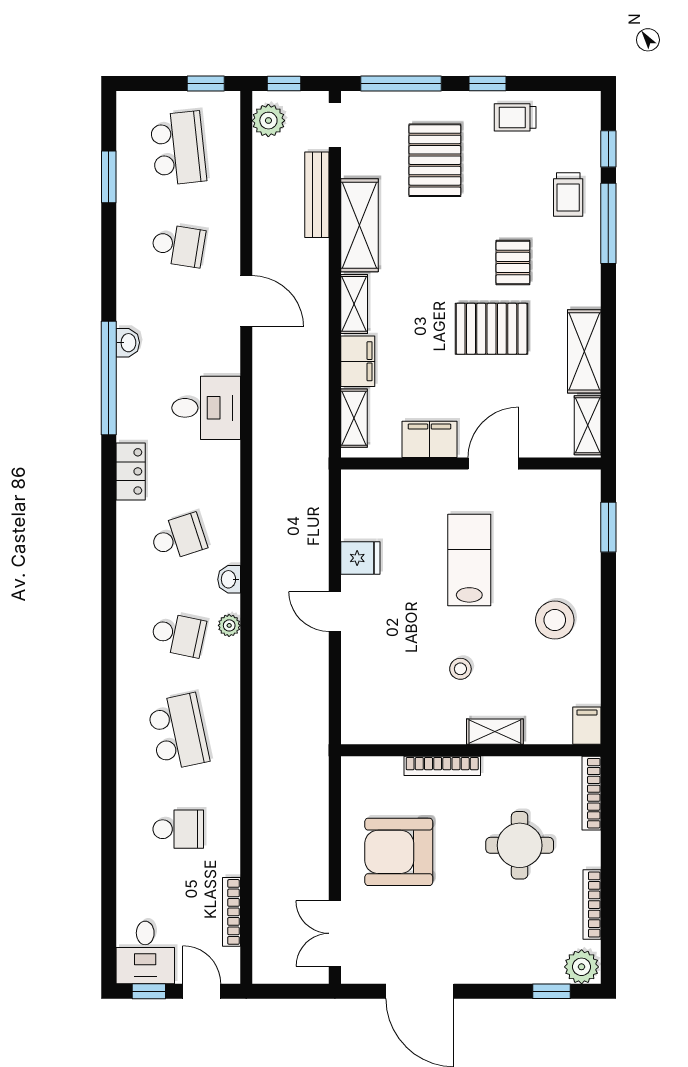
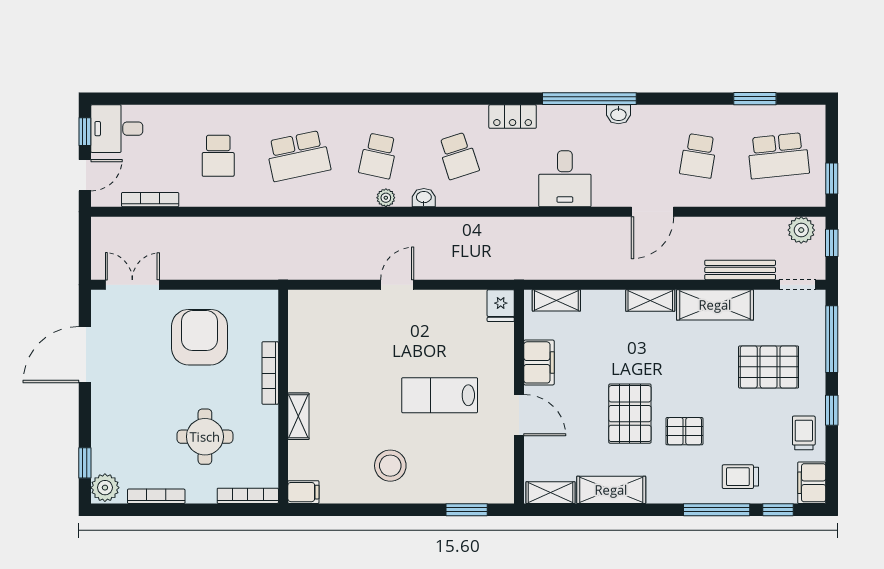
filing cabinet: (358, 361) -> (812, 483), moved, turned 90
fridge: (360, 558) -> (501, 306), moved
lab bench: (469, 560) -> (440, 395), turned 180
stool: (460, 669) -> (350, 388), removed

